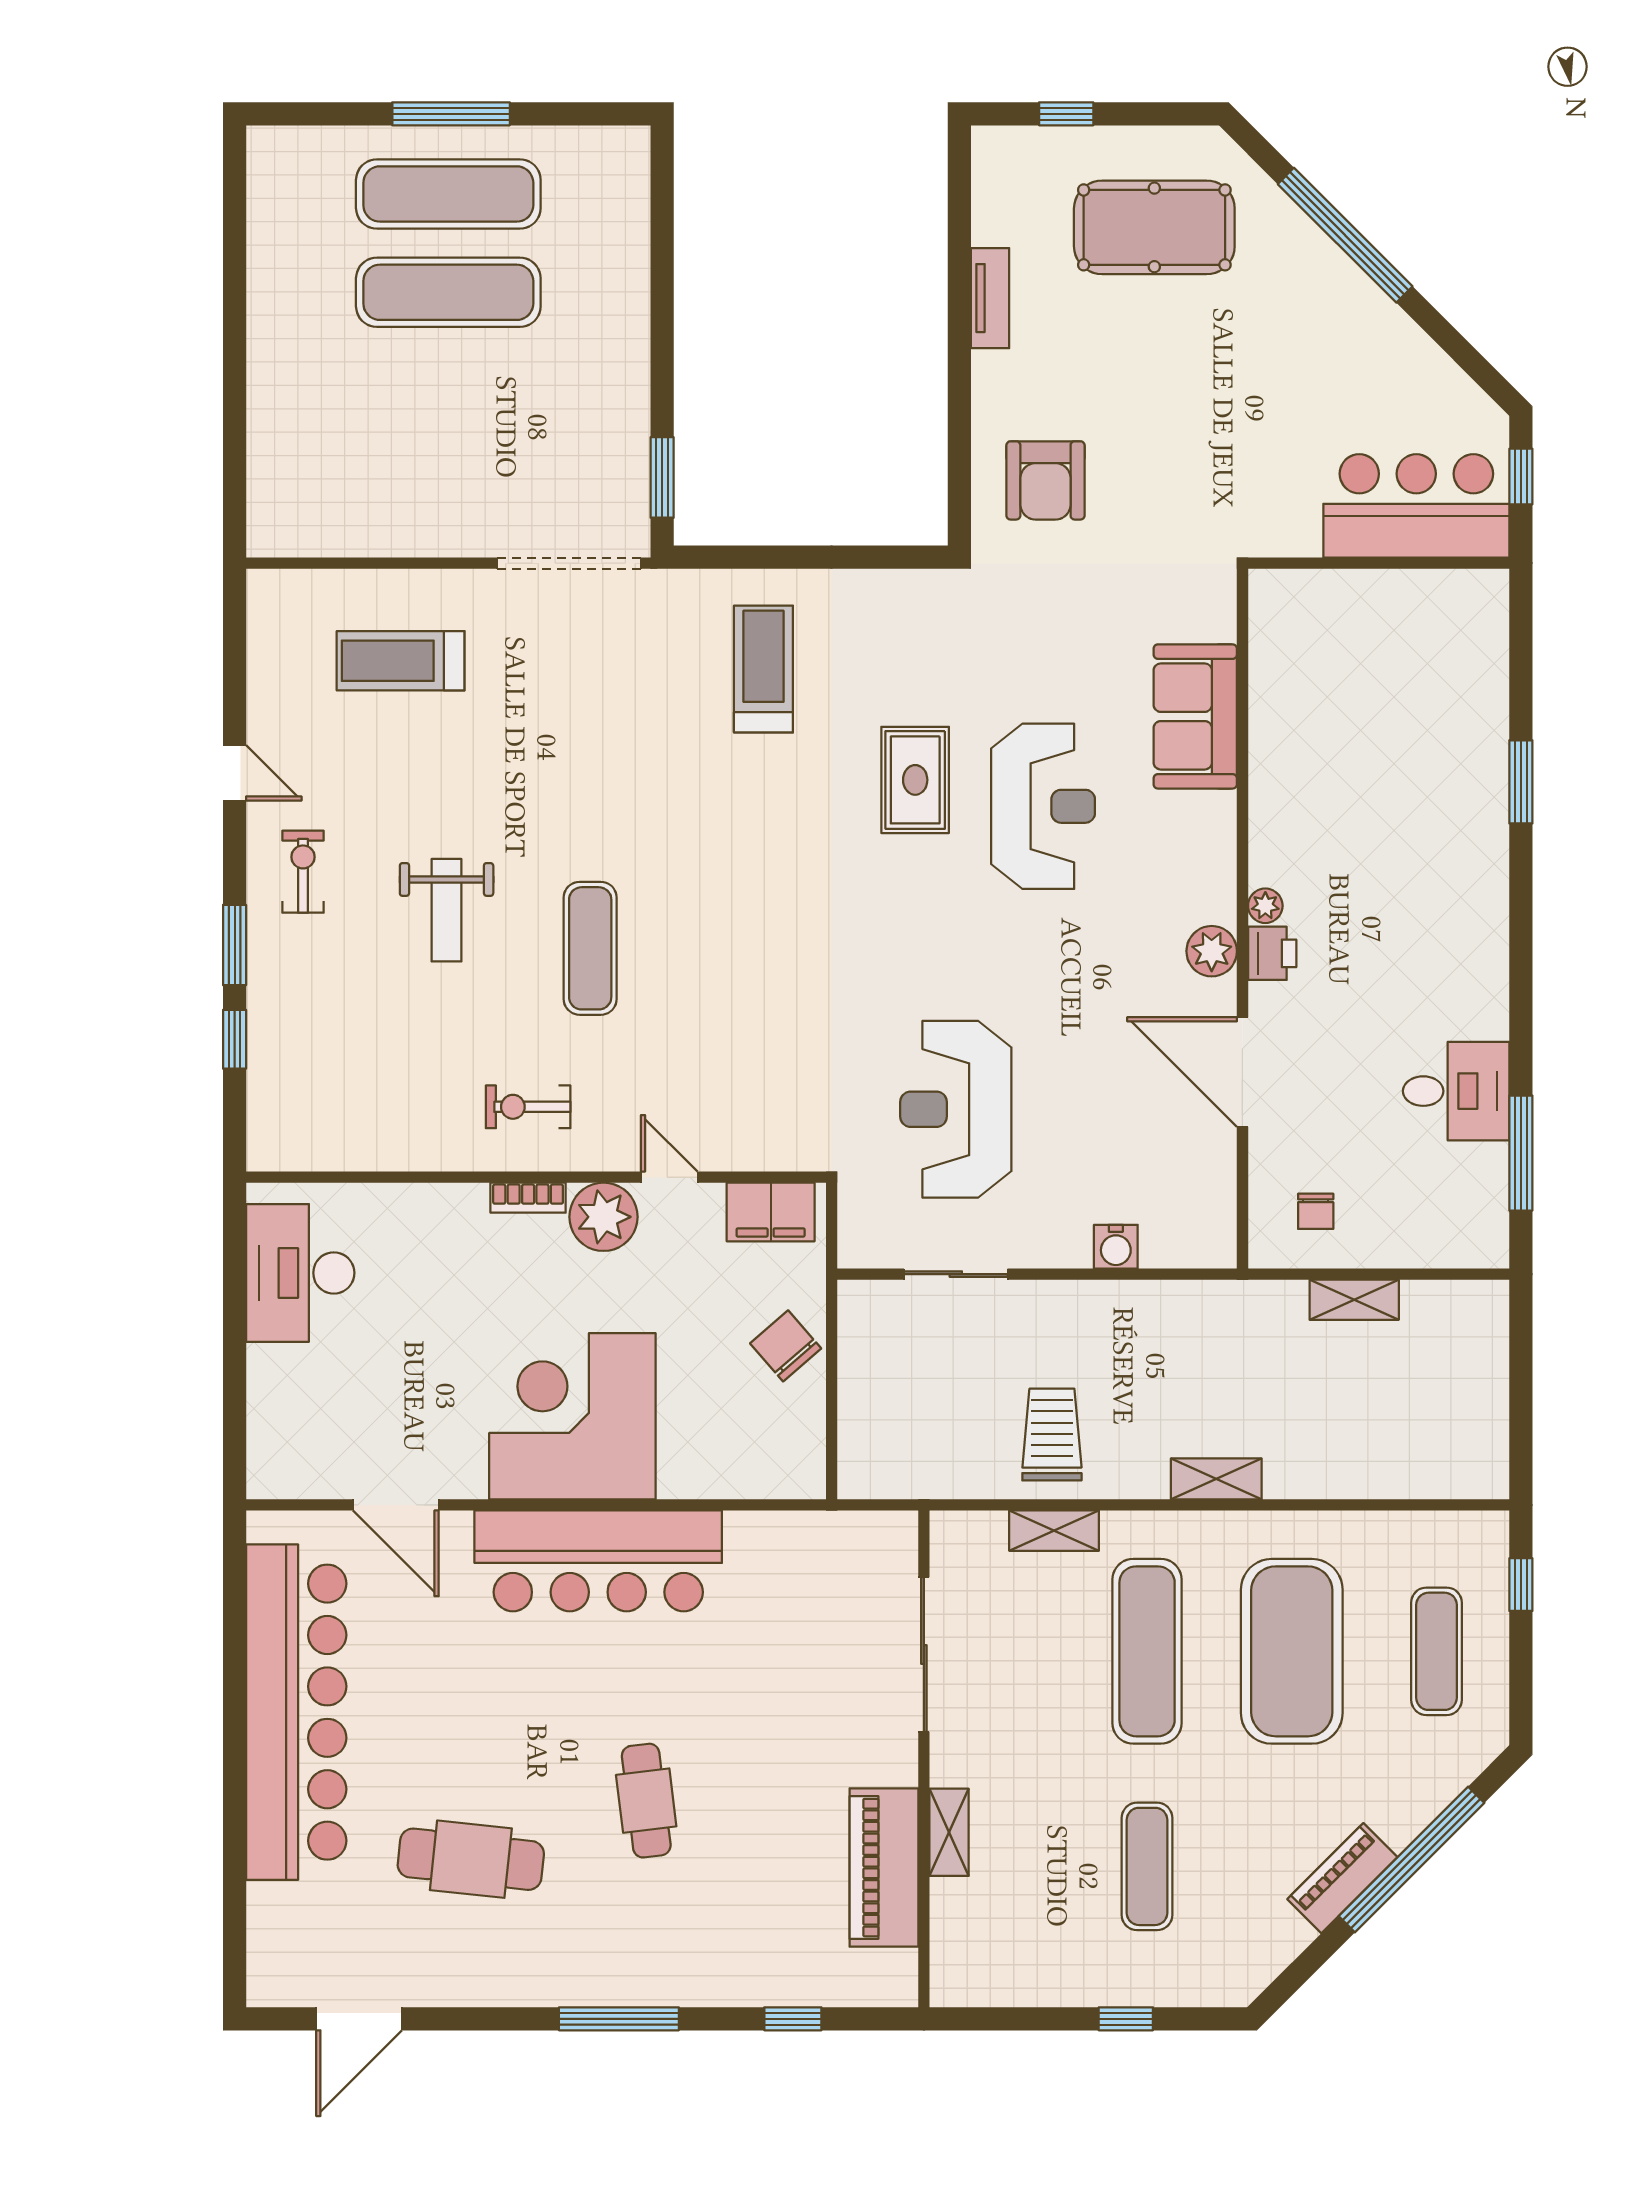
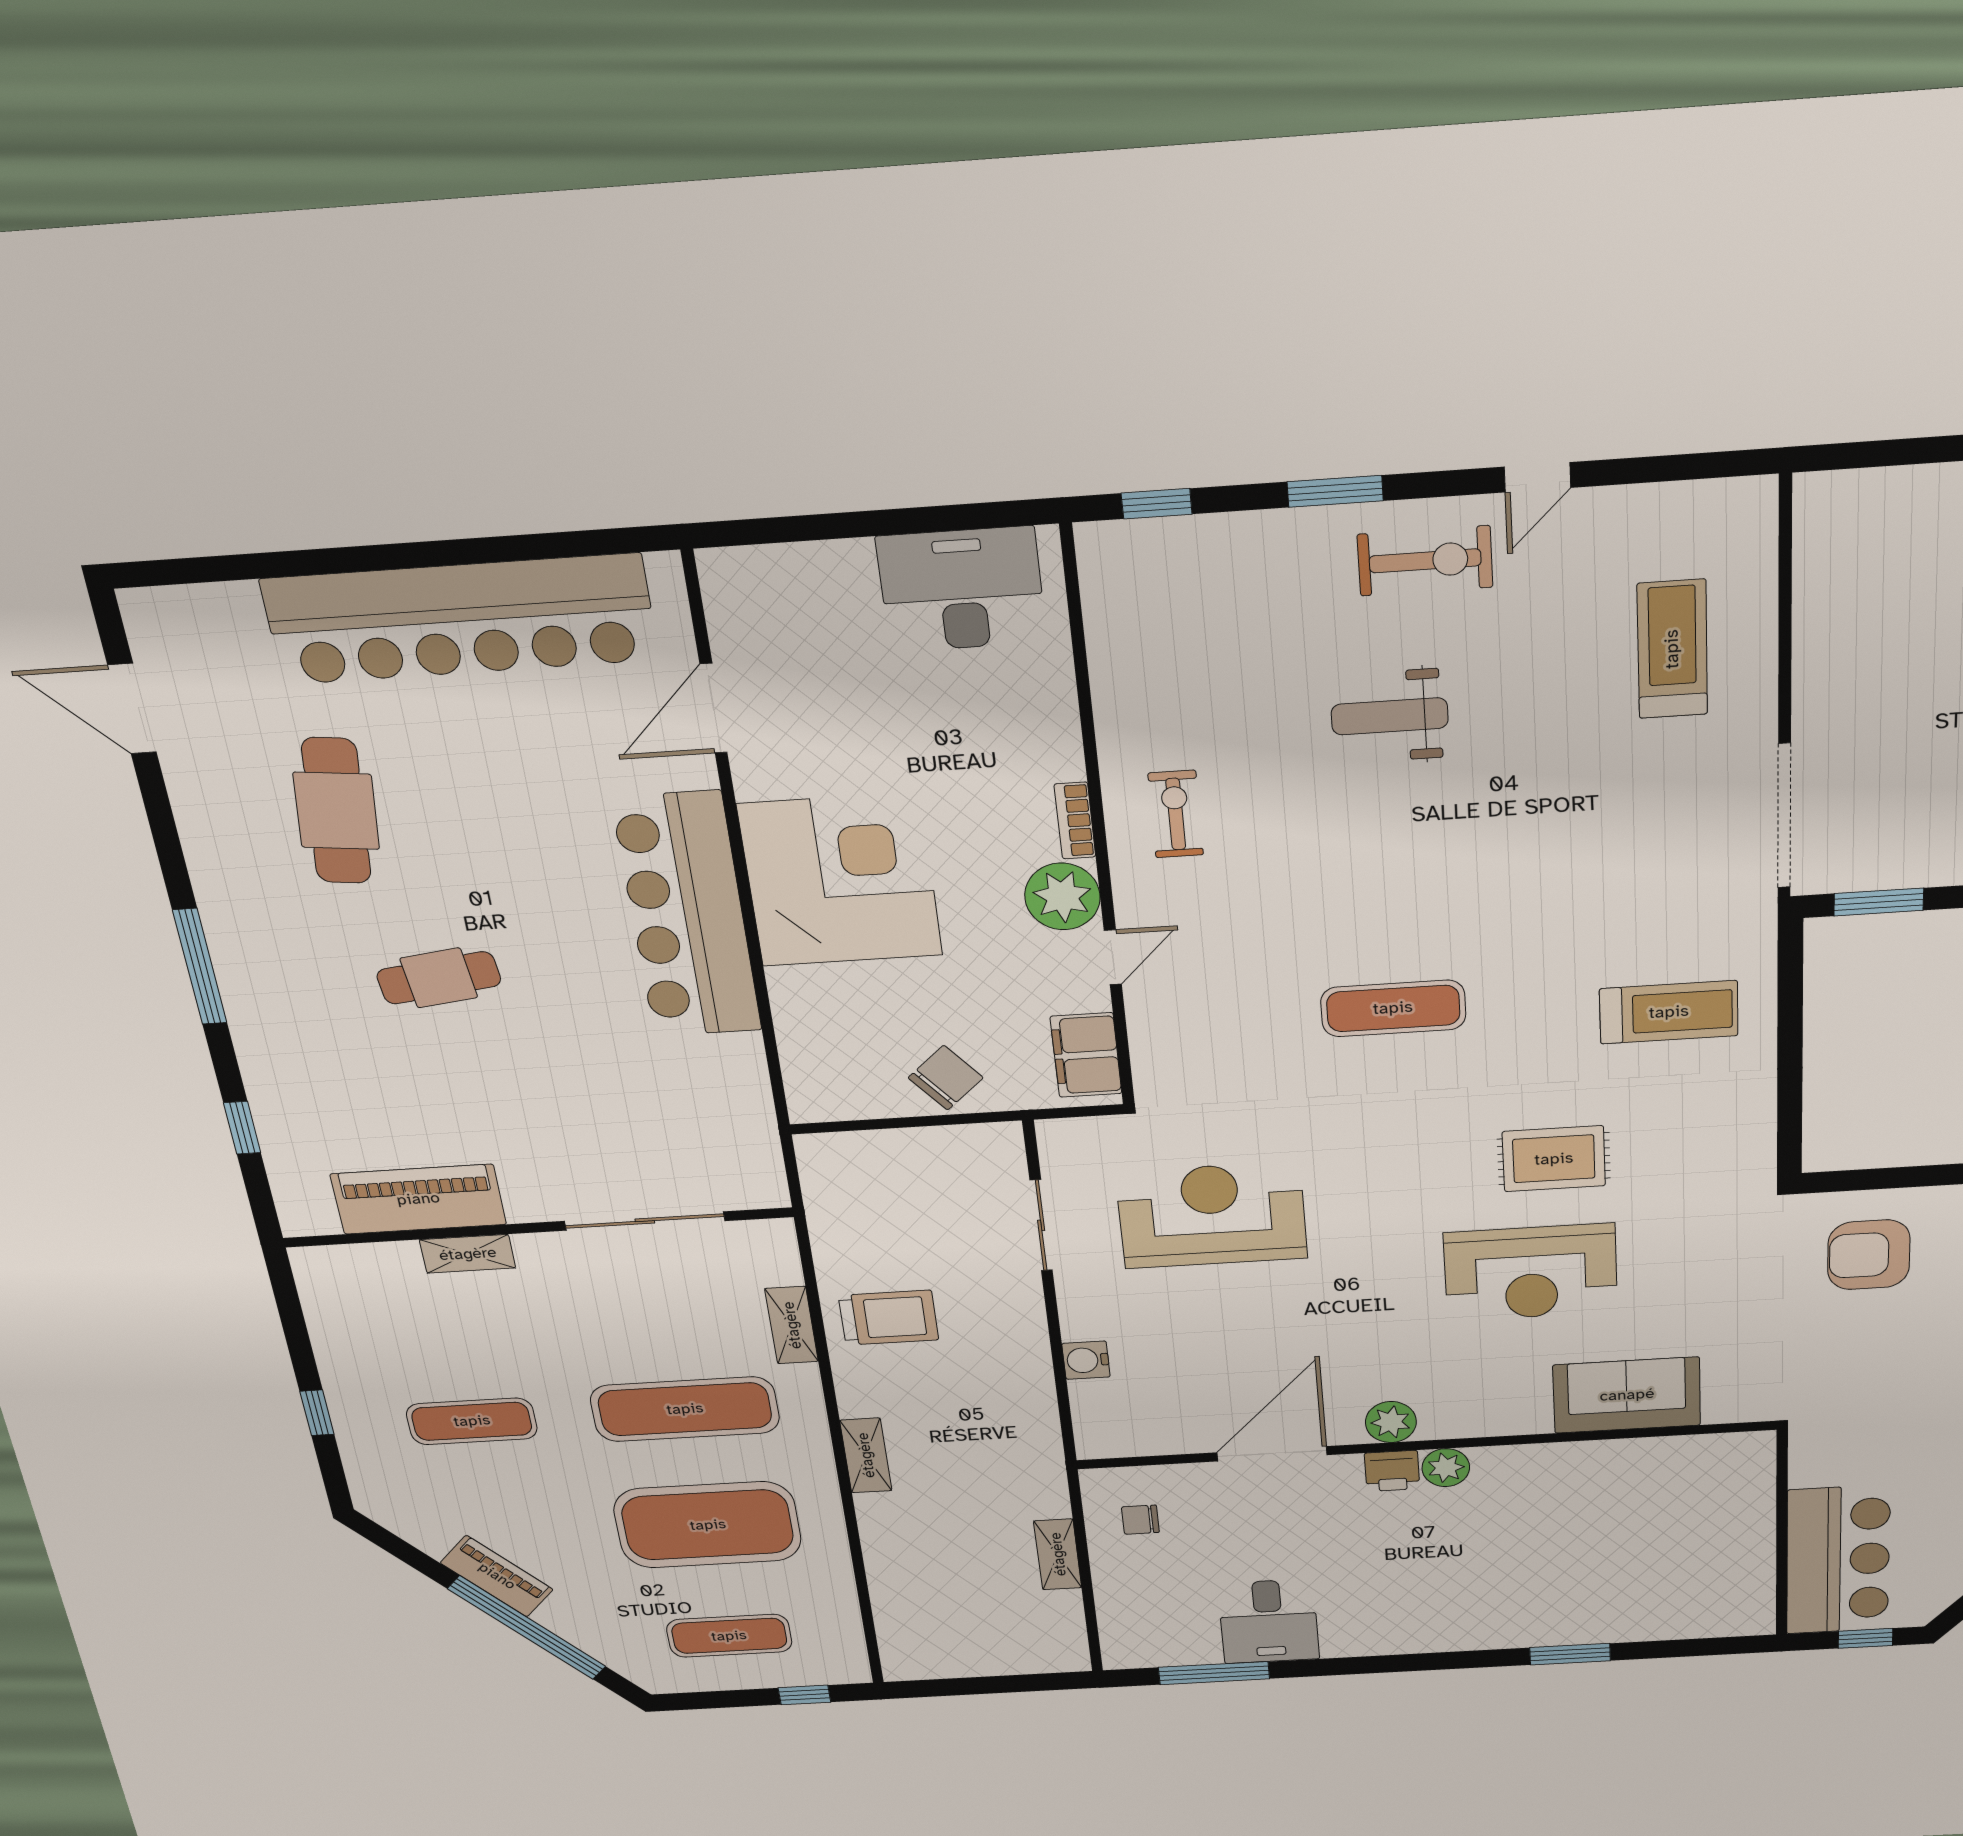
exercise bike: (303, 872) -> (1425, 561), width x1.38, depth x1.39
plant: (1265, 906) -> (1446, 1468), width x1.38, depth x1.38
exercise mat: (590, 948) -> (1393, 1008), moved
window: (235, 1039) -> (1157, 504), moved

